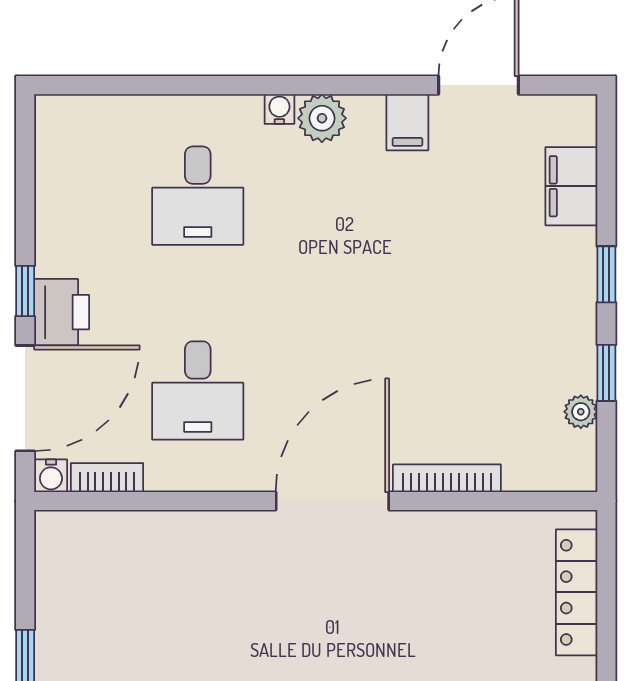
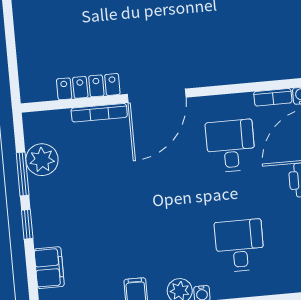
window: (606, 373) -> (23, 174), width x1.50
plant: (581, 412) -> (42, 160), width x1.87, depth x1.87
locker: (577, 592) -> (88, 87), moved, turned -90

